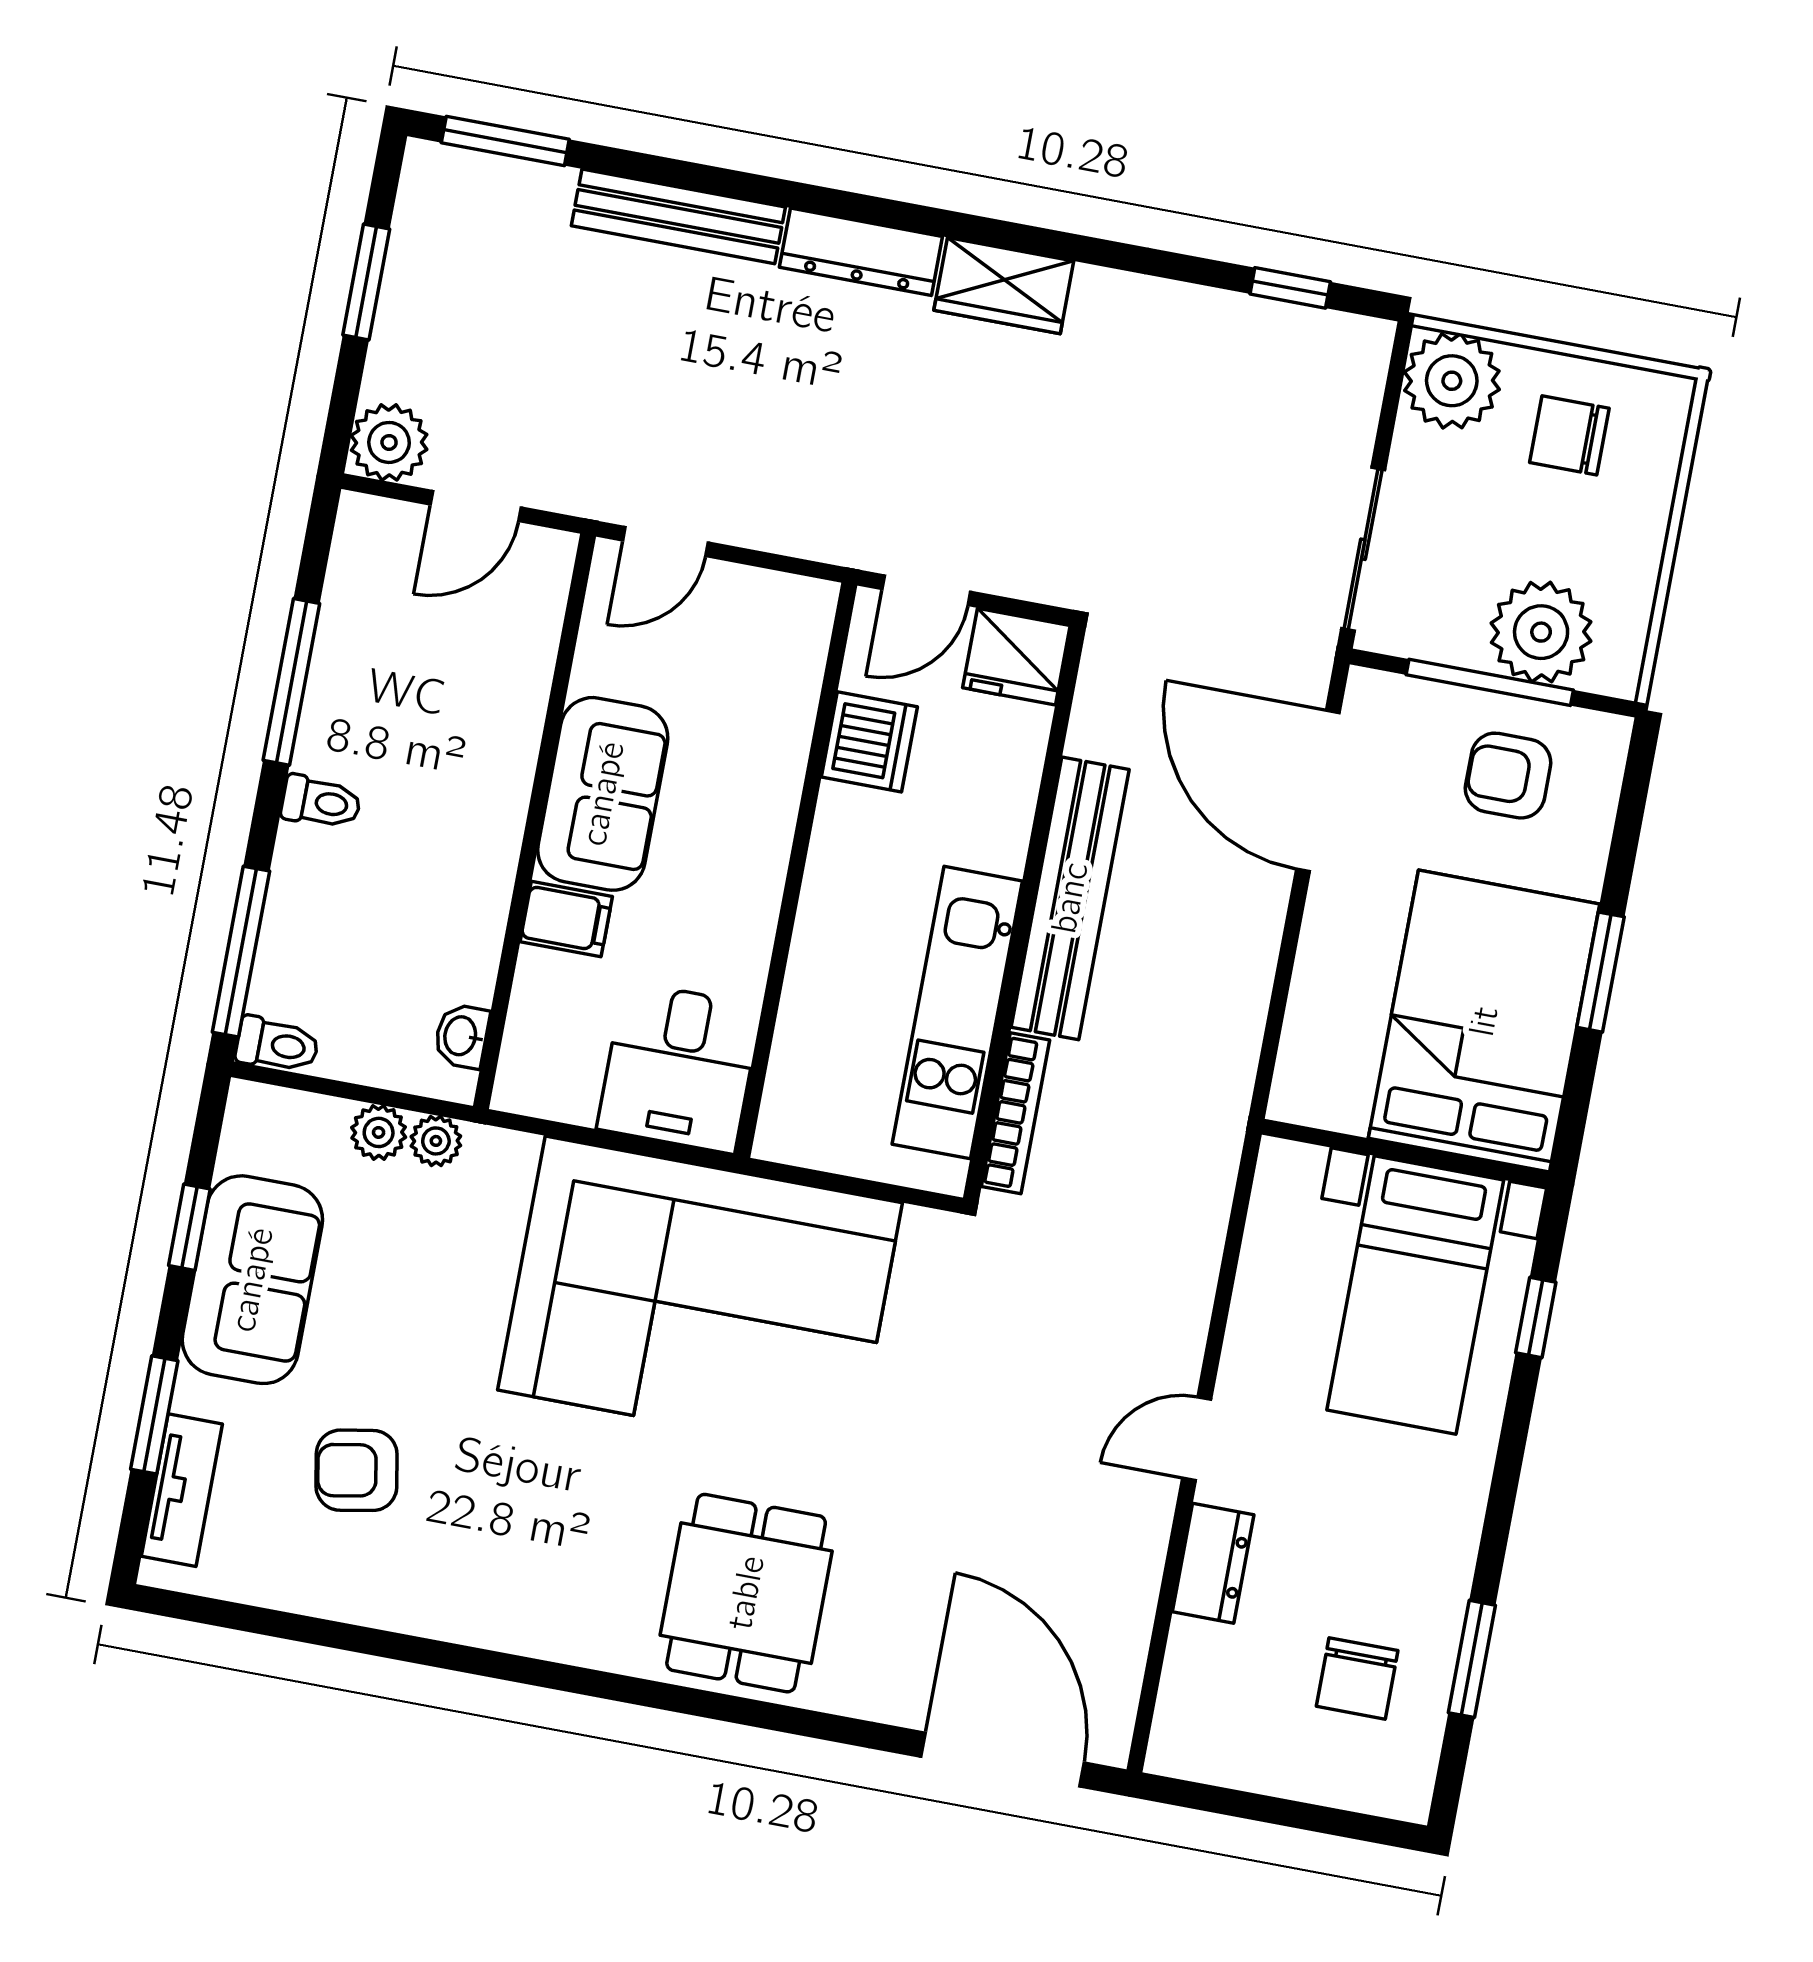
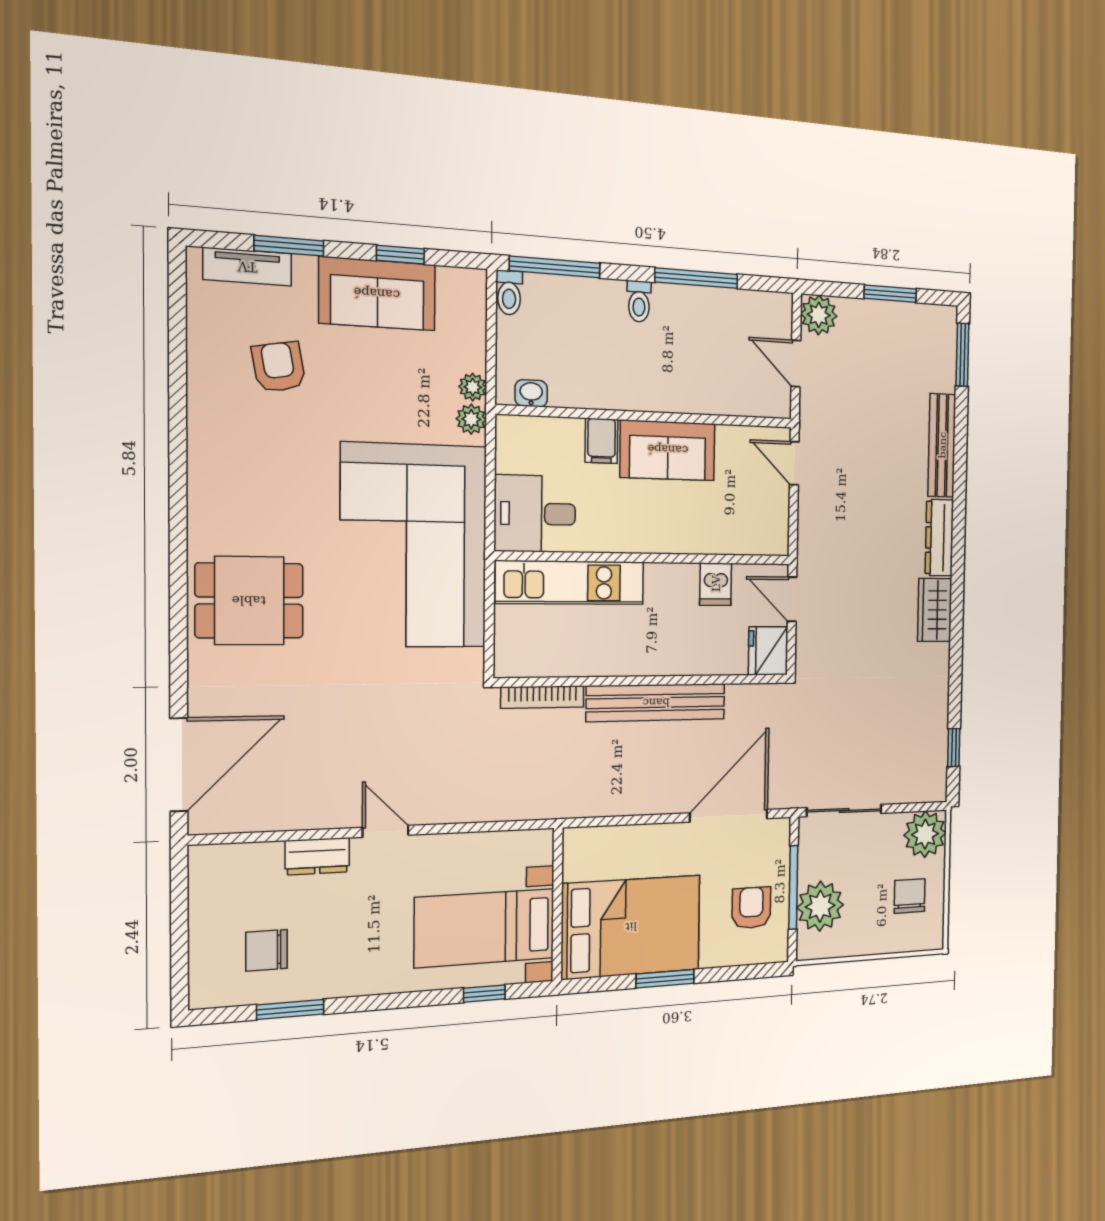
dishwasher: (869, 742) -> (716, 584), width x0.73
kitchen unit: (957, 1013) -> (570, 583), moved, turned 180
plant: (379, 1132) -> (471, 419), moved

